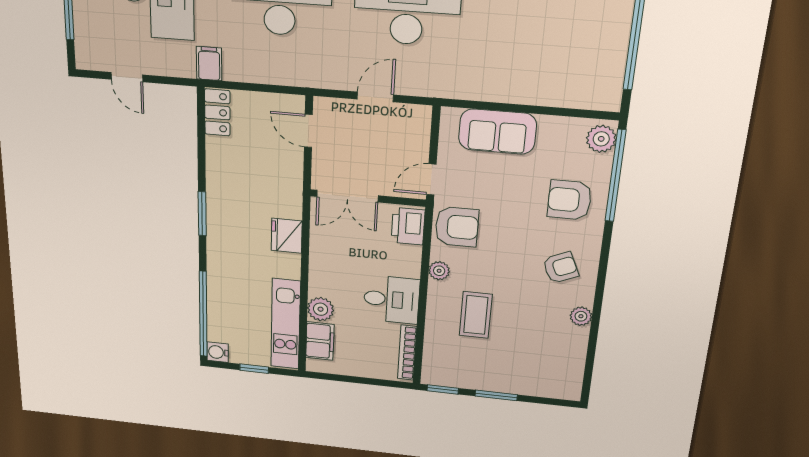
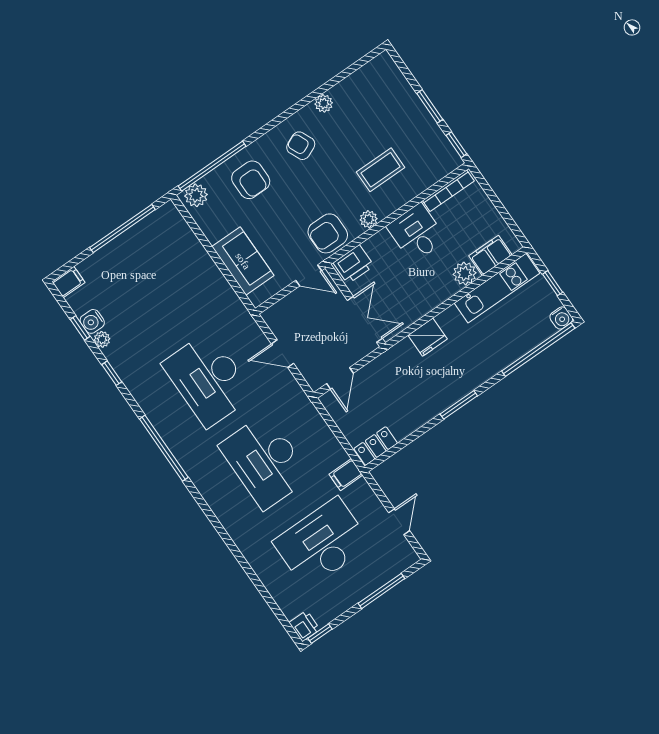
armchair: (457, 227) -> (328, 233), turned -90

